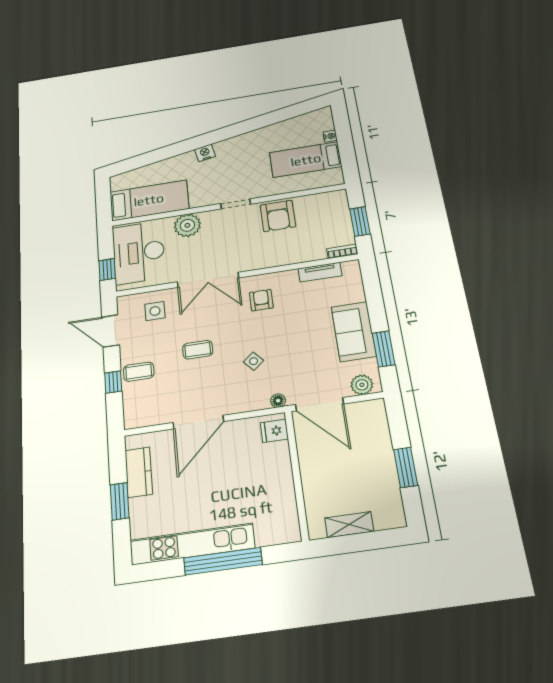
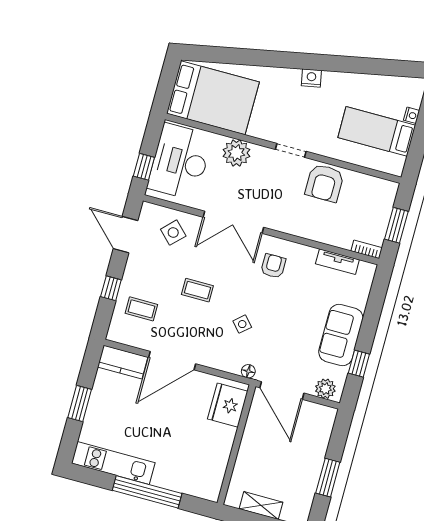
nightstand: (205, 153) -> (311, 78), moved
bed: (149, 200) -> (213, 98), width x1.50
side table: (155, 311) -> (173, 233), turned 45
window: (384, 349) -> (359, 364), width x0.67
coffee table: (139, 372) -> (141, 309), moved
fridge: (274, 431) -> (228, 405), width x1.88, depth x1.34
kitchen counter: (139, 472) -> (123, 362), moved, turned 90
kitchen unit: (192, 544) -> (113, 463), width x0.73

